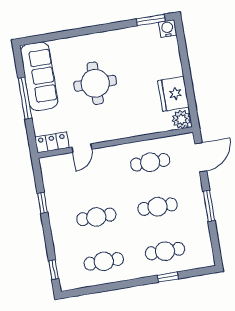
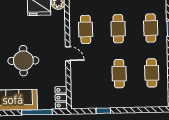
window: (25, 98) -> (37, 112), moved
door: (82, 148) -> (68, 54), moved
window: (54, 270) -> (152, 110), removed

